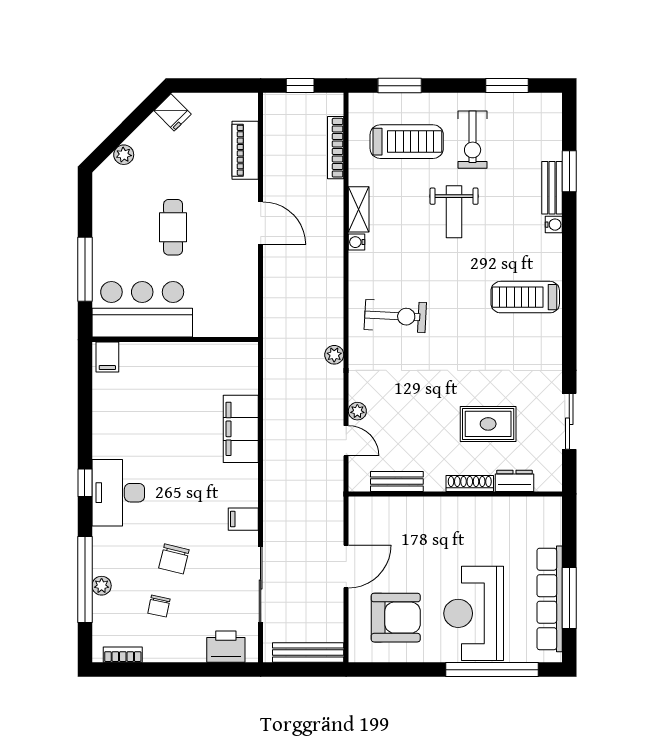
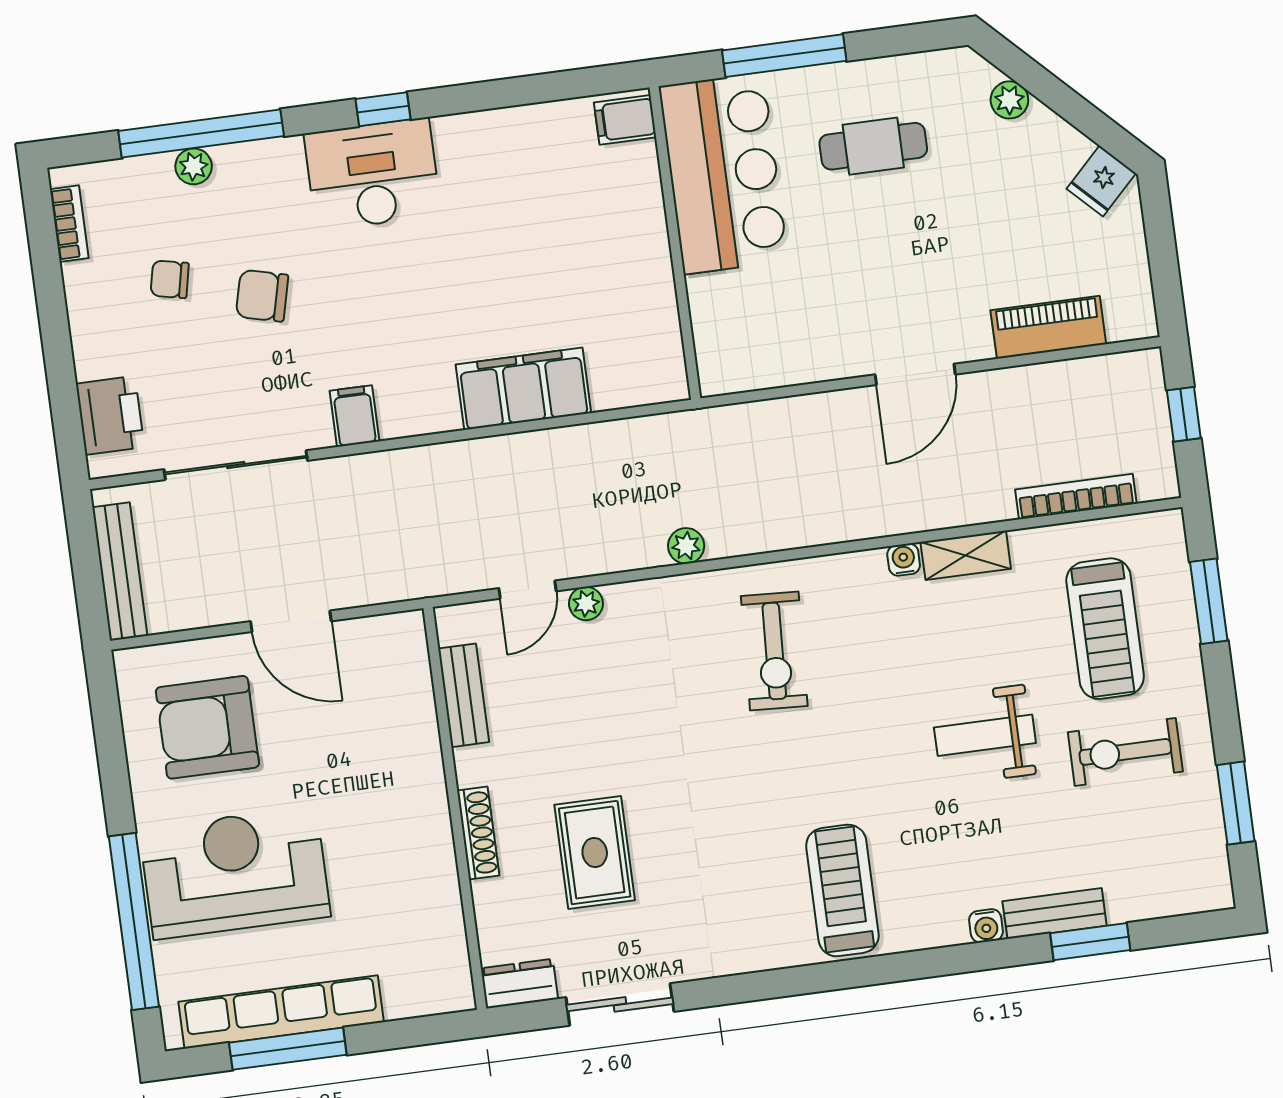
cafe table: (173, 227) -> (873, 146), moved
dresser: (514, 481) -> (519, 984), moved, turned -90
armchair: (396, 618) -> (207, 727), turned 90

